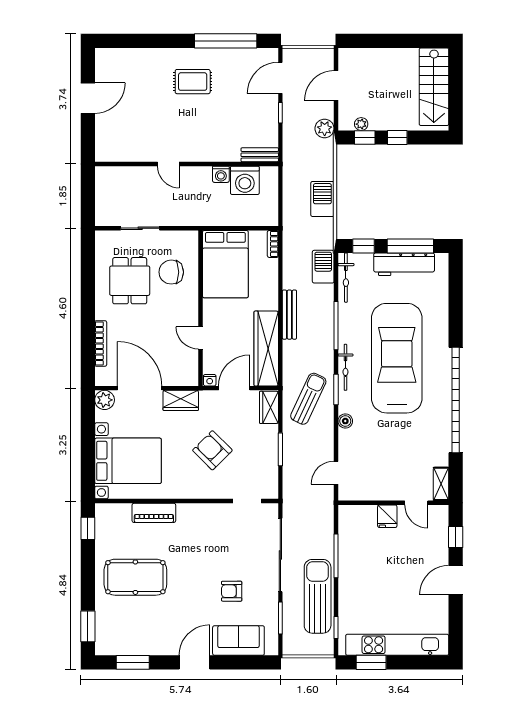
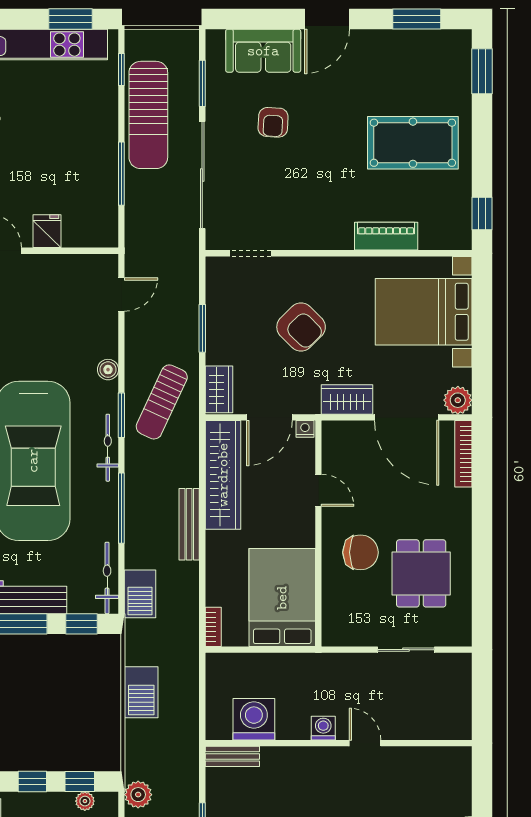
washing machine: (221, 174) -> (323, 728), moved
chair: (171, 272) -> (360, 552), moved
bookcase: (101, 343) -> (463, 454), moved
armchair: (232, 591) -> (273, 122), turned 93

